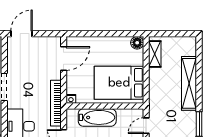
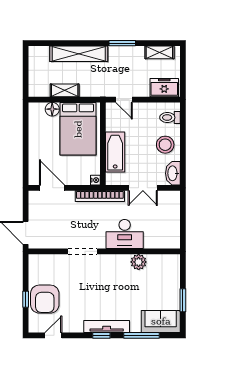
floor lamp: (137, 43) -> (52, 109), moved
shelving: (155, 54) -> (65, 90), moved

